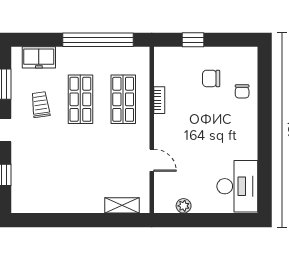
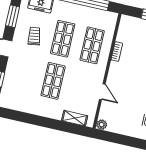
shop shelf: (80, 161) -> (53, 81), added
plant: (184, 206) -> (102, 125), moved

